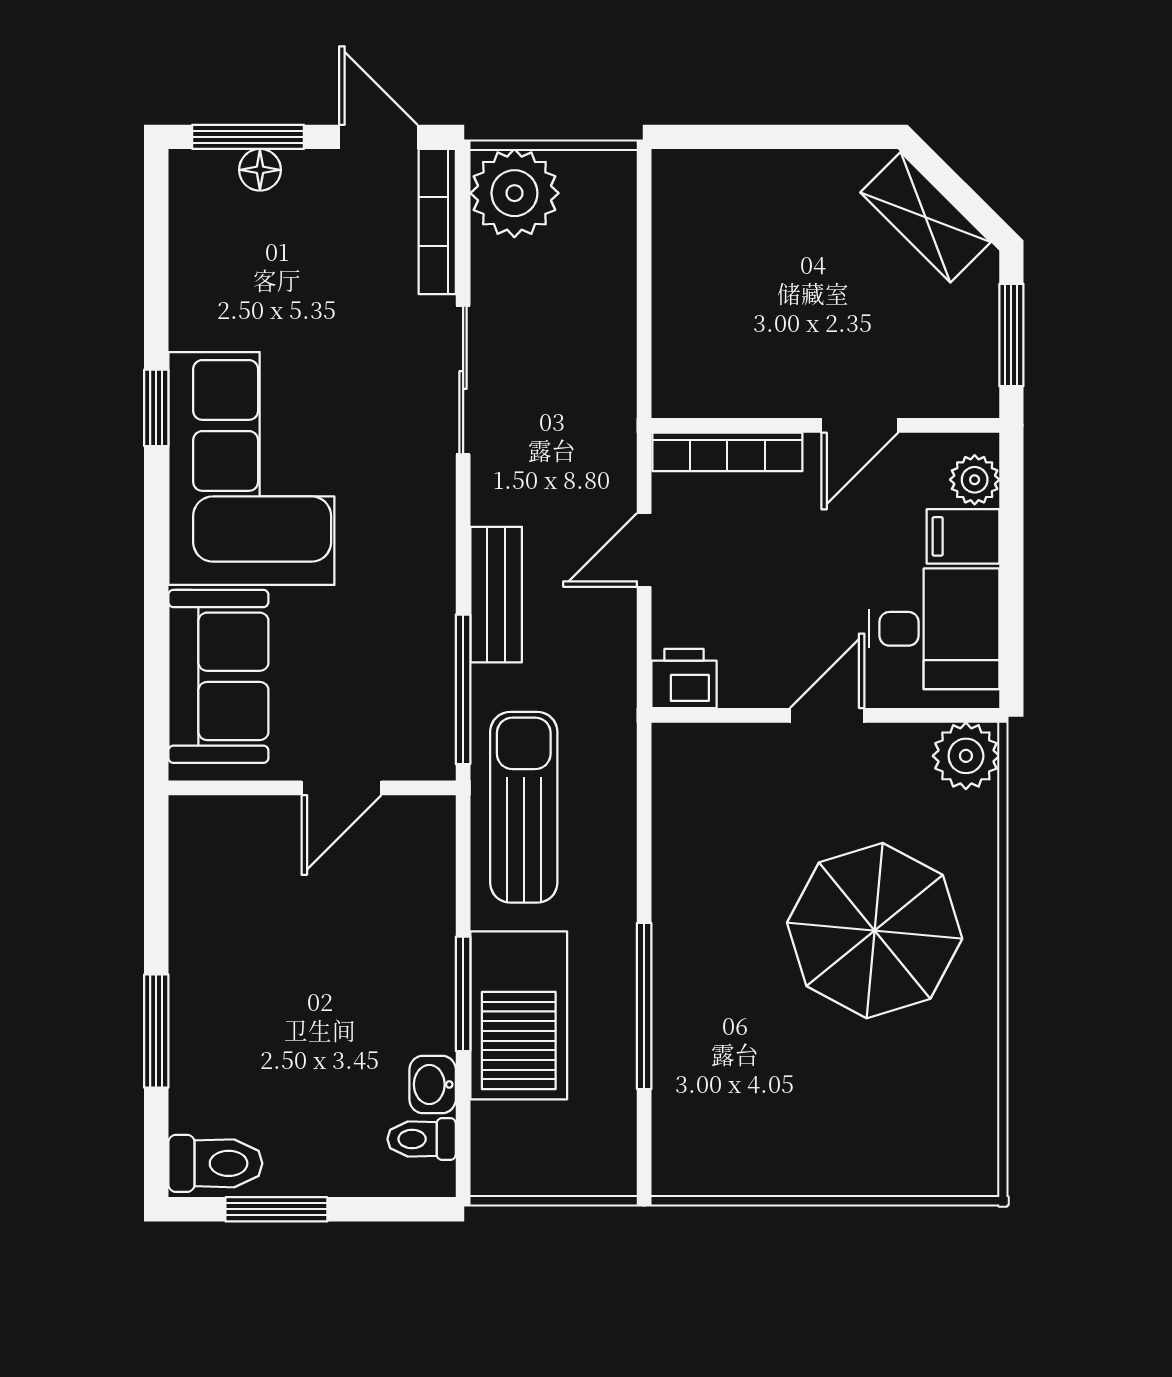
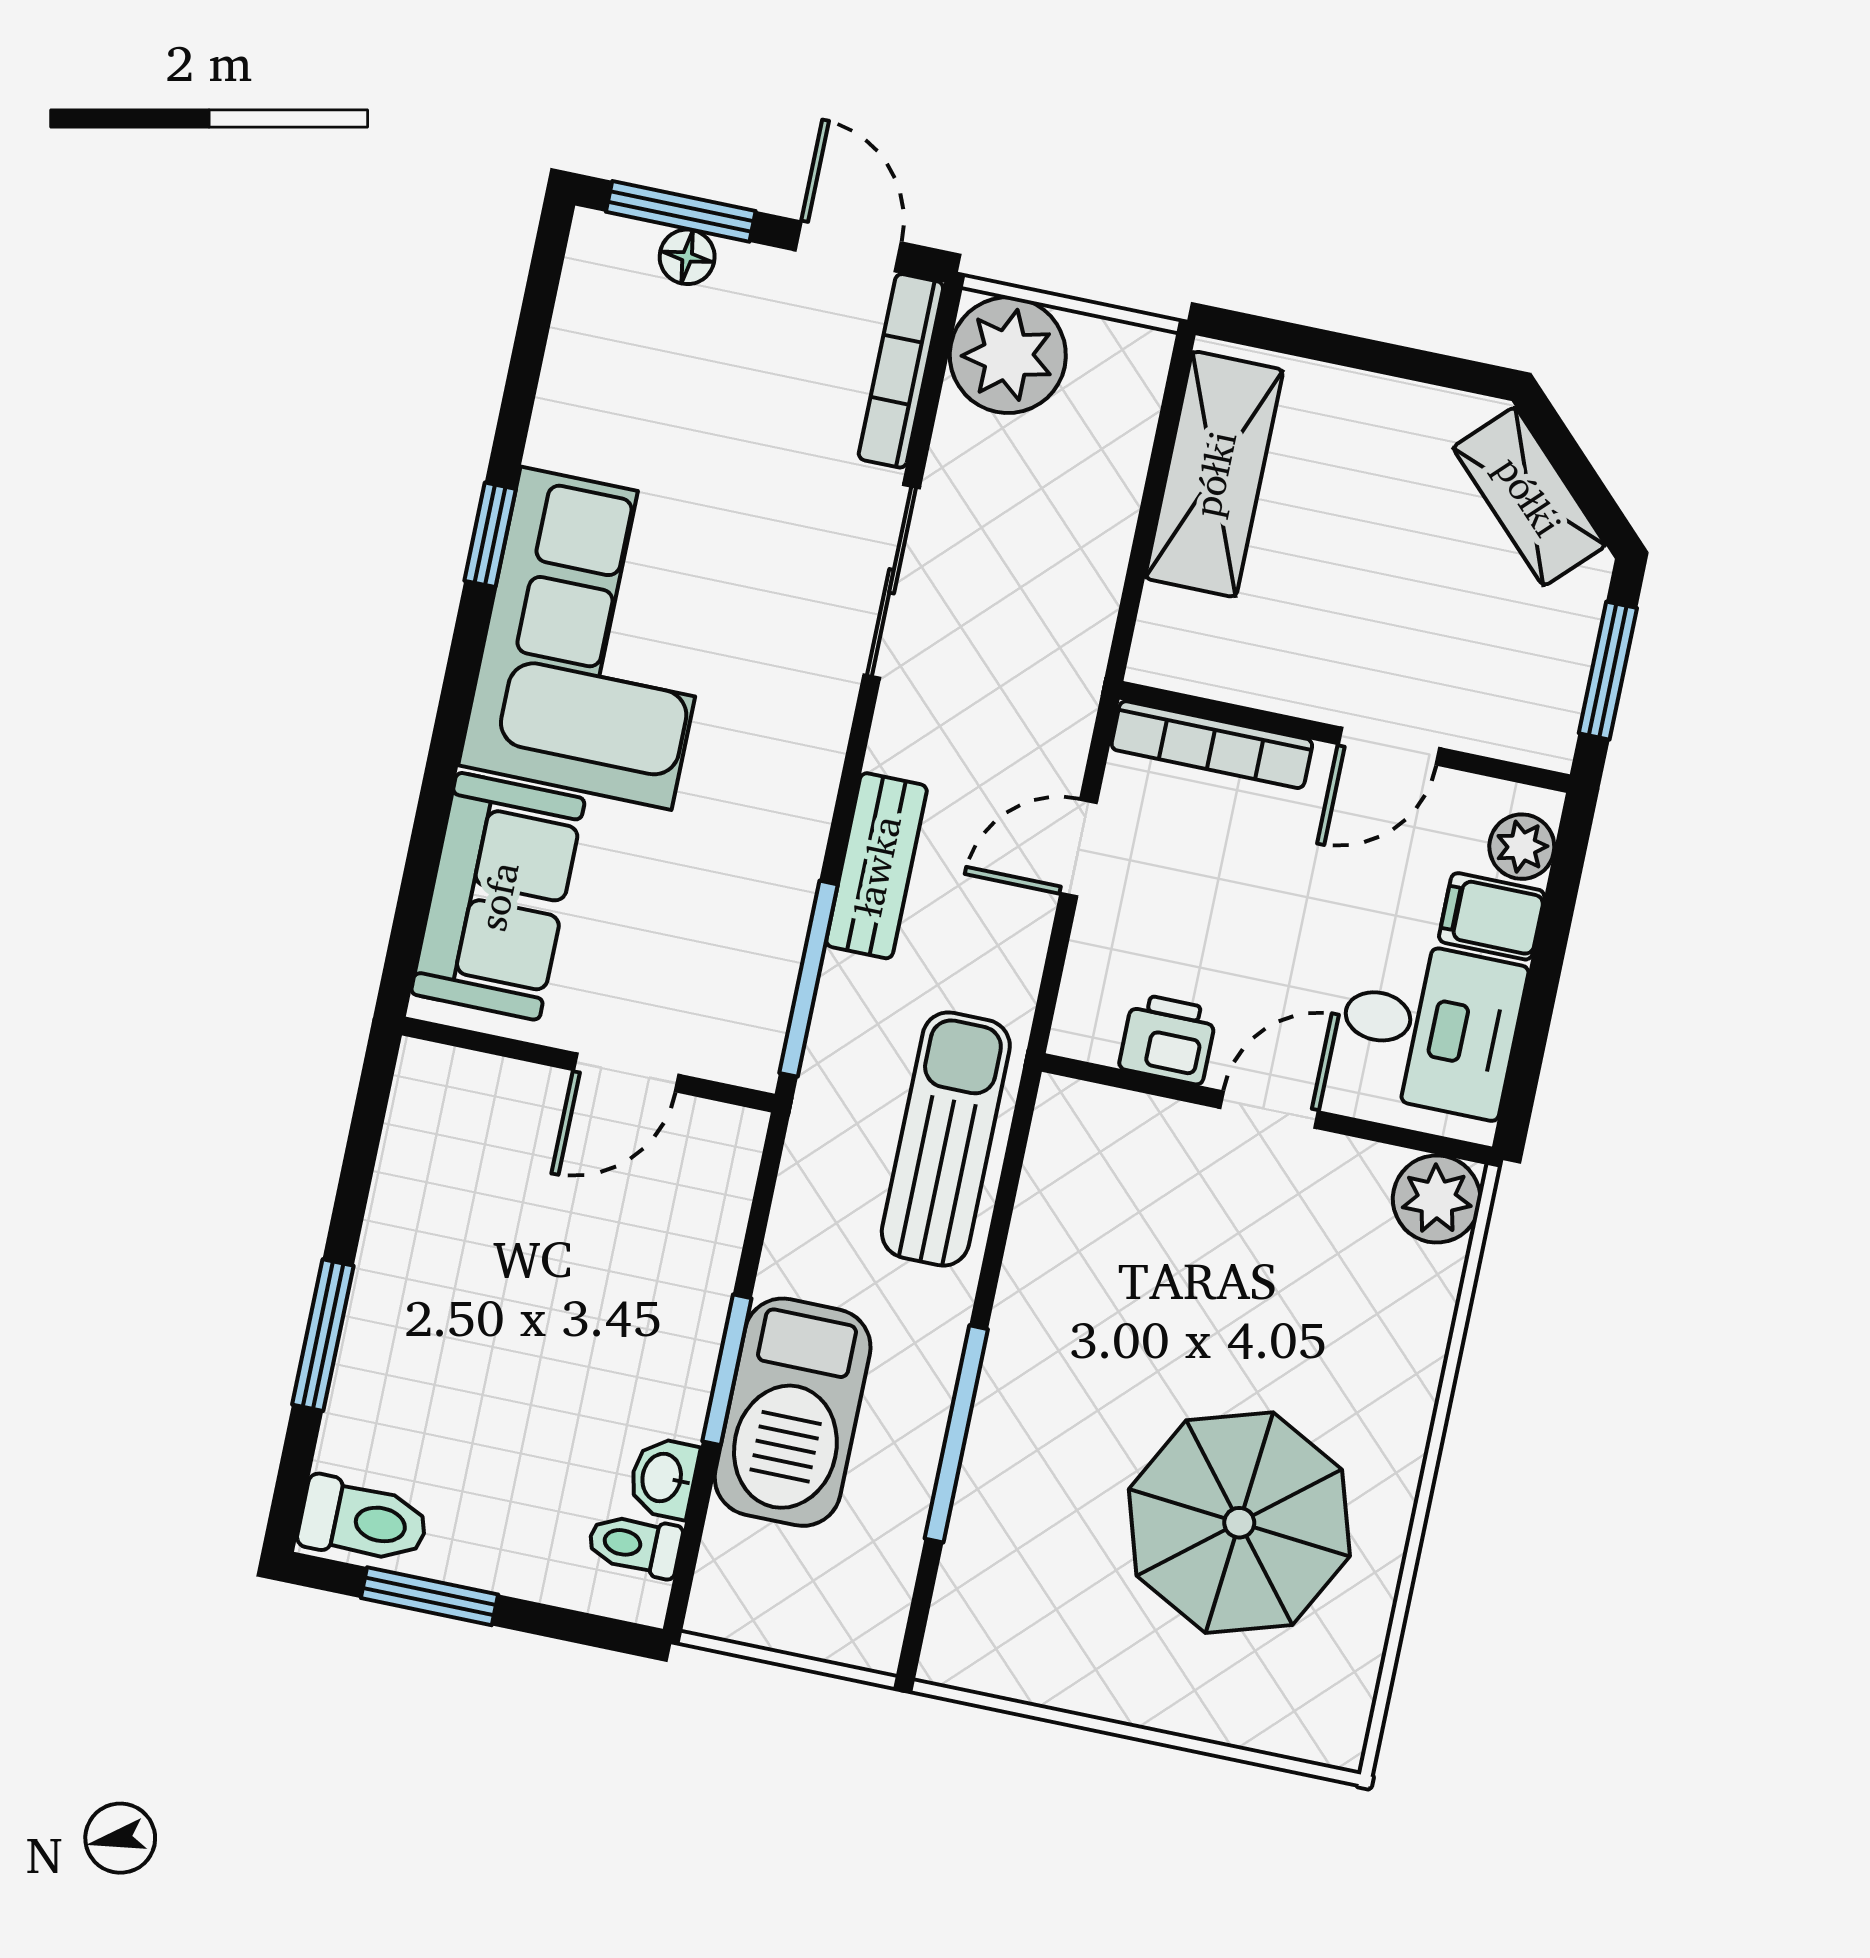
shelving: (687, 250) -> (1214, 474), added
printer: (684, 678) -> (1168, 1039), moved
sun lounger: (524, 807) -> (946, 1139), moved
parasol: (875, 931) -> (1239, 1523), moved

